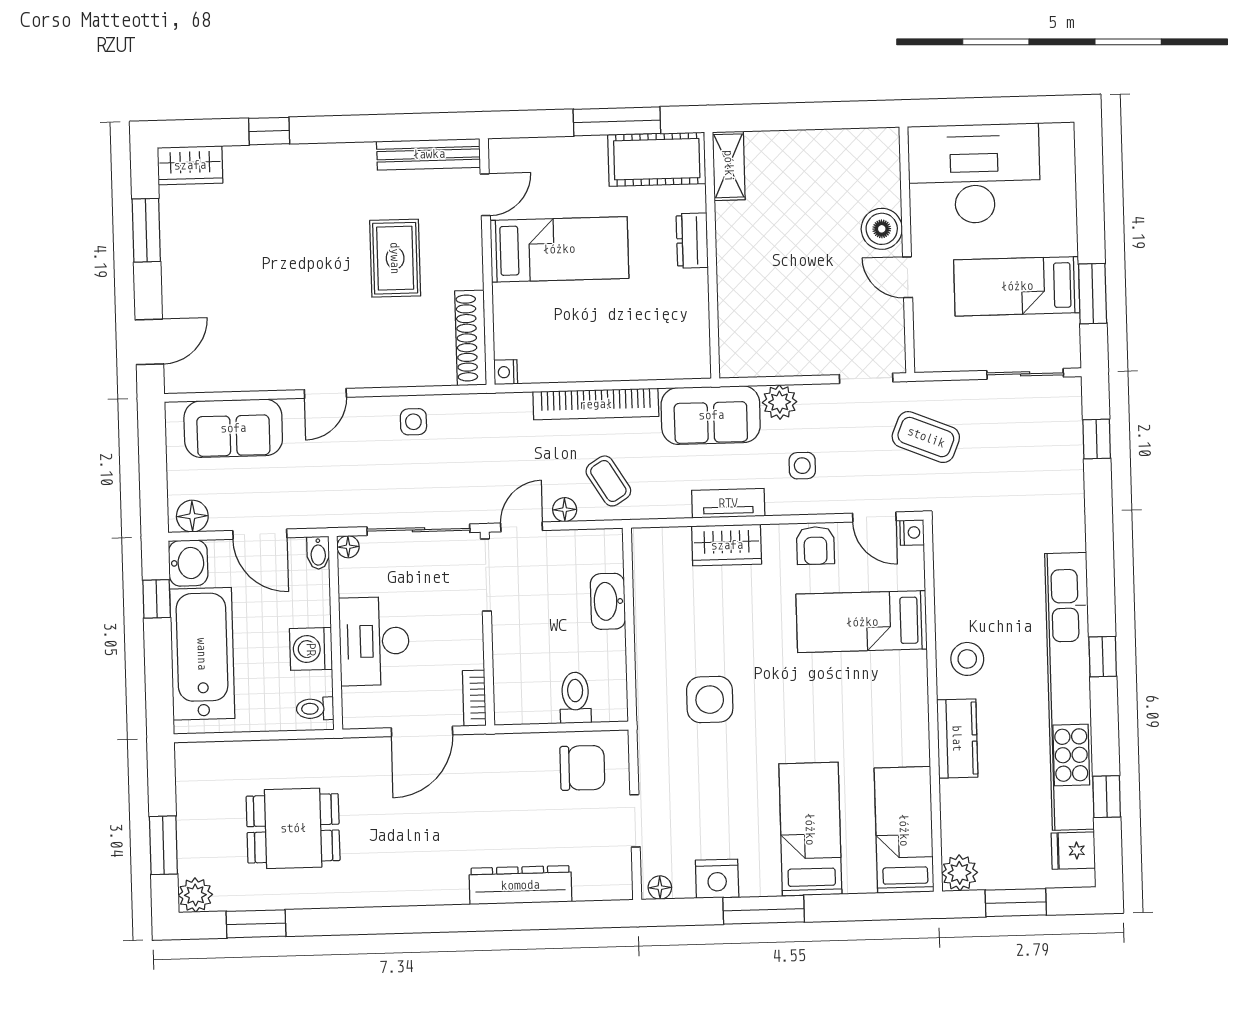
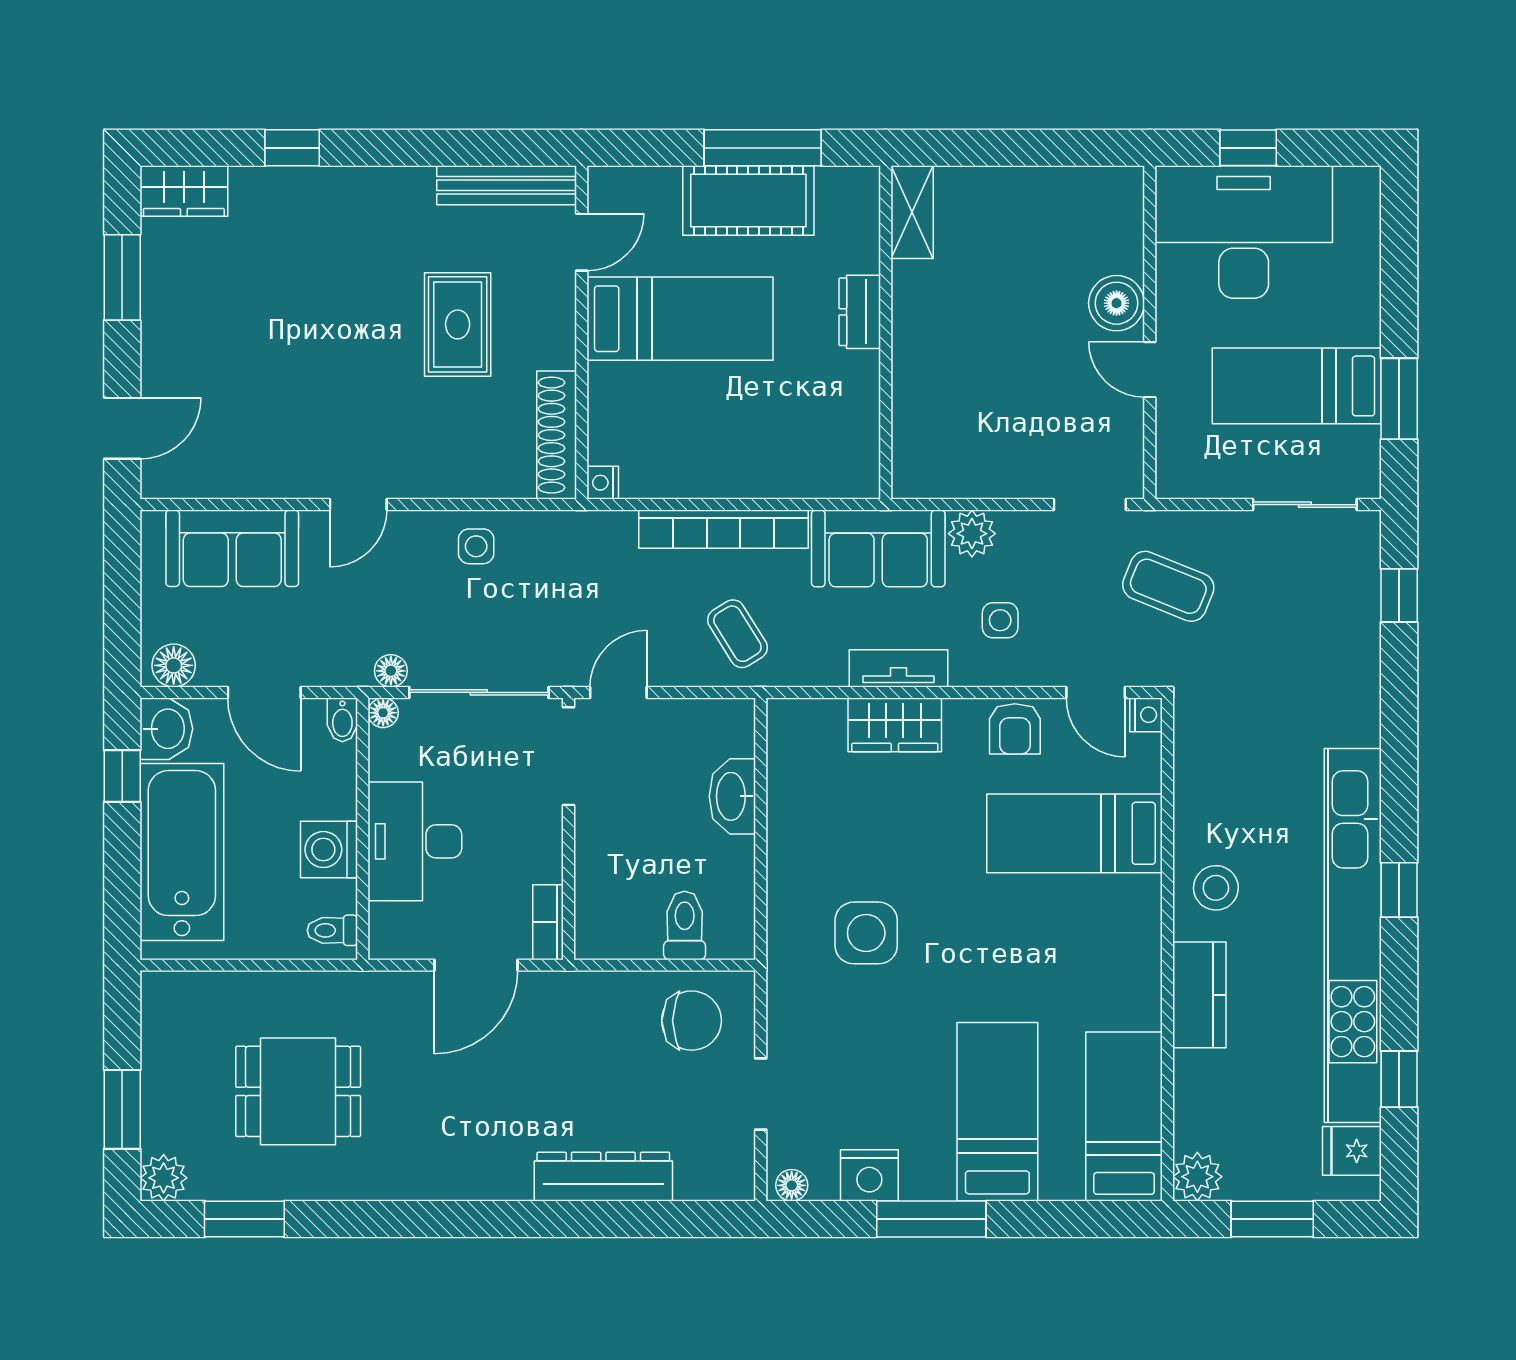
window: (976, 111) -> (1248, 148), added
cot: (657, 159) -> (748, 201), moved
floor lamp: (565, 510) -> (391, 671), moved

